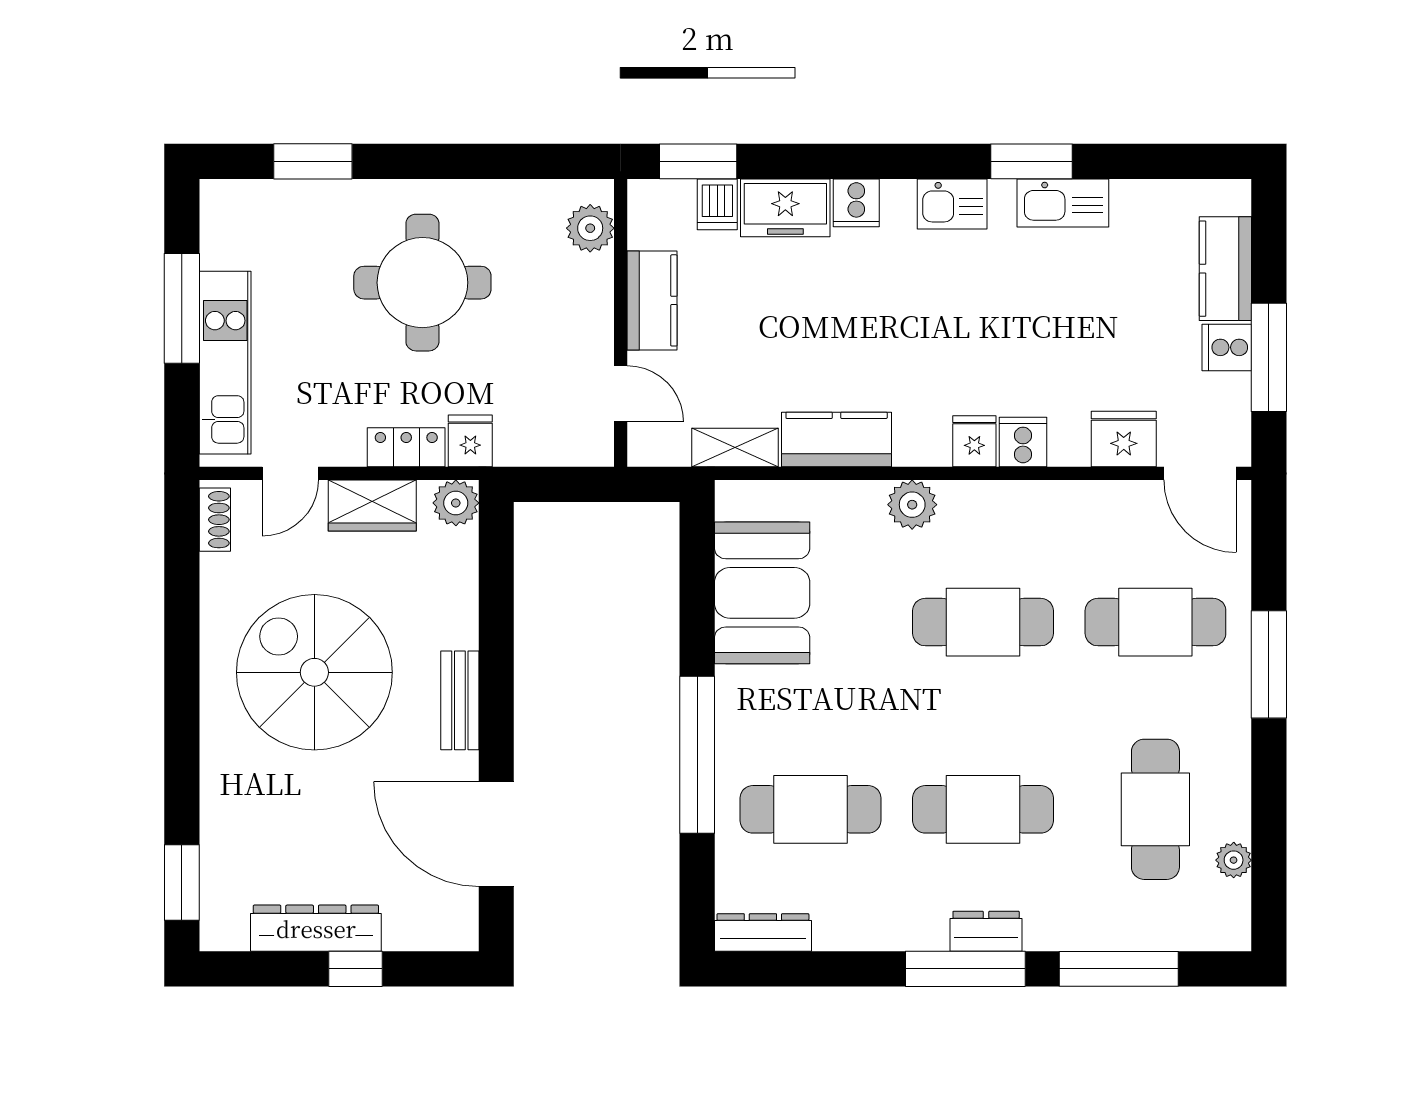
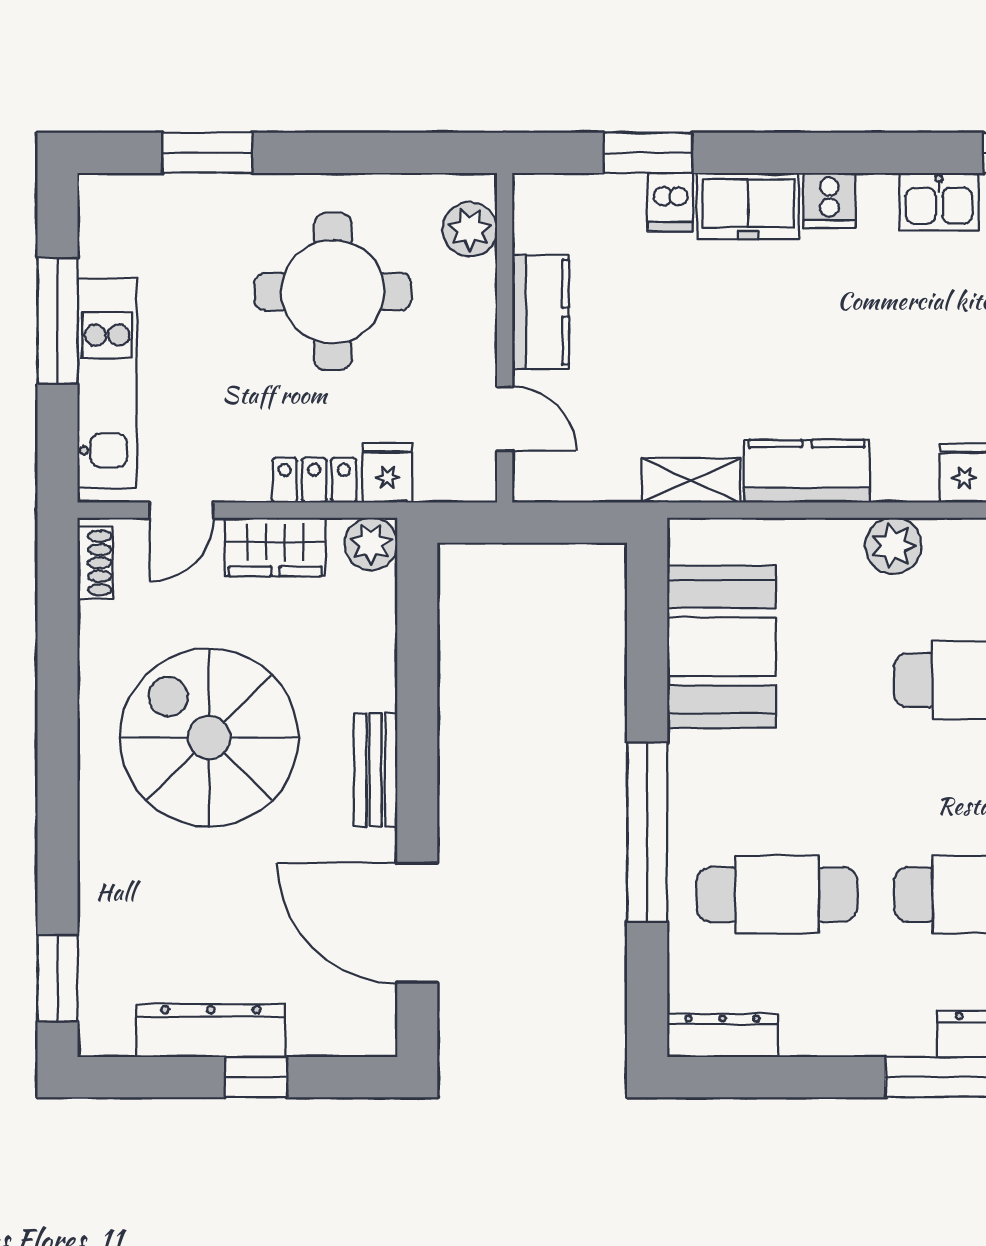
plant: (590, 228) -> (470, 229), moved
kitchen counter: (652, 300) -> (541, 312), moved
wall: (621, 323) -> (505, 338), moved
door: (621, 394) -> (505, 419), moved

